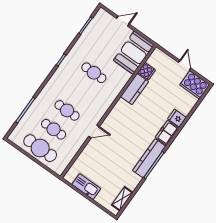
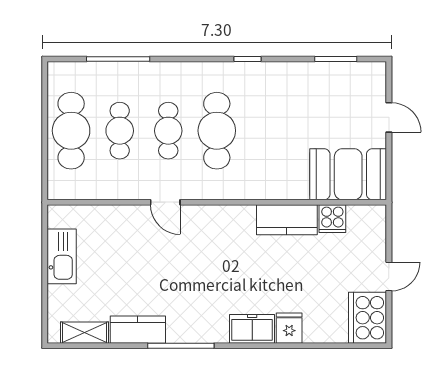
cafe table: (94, 73) -> (217, 131), moved, width x1.37, depth x1.35
kitchen counter: (149, 158) -> (138, 330), moved, width x0.67

